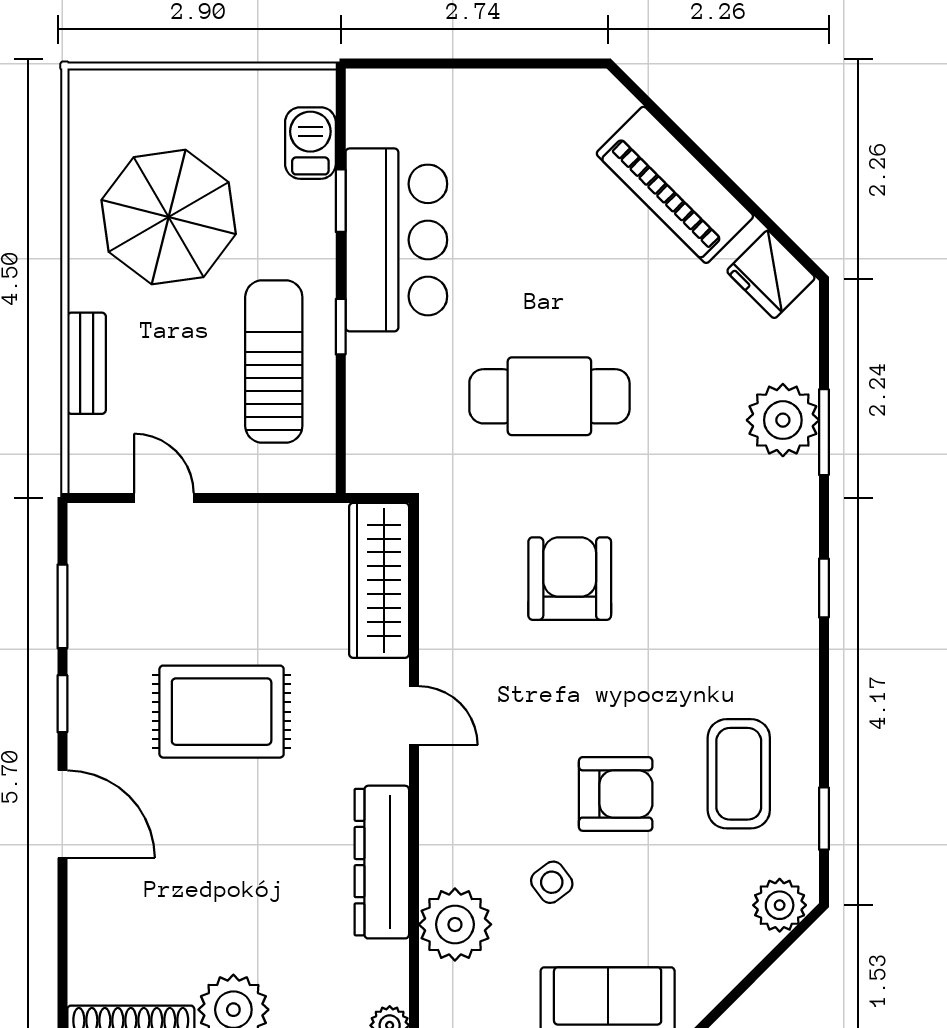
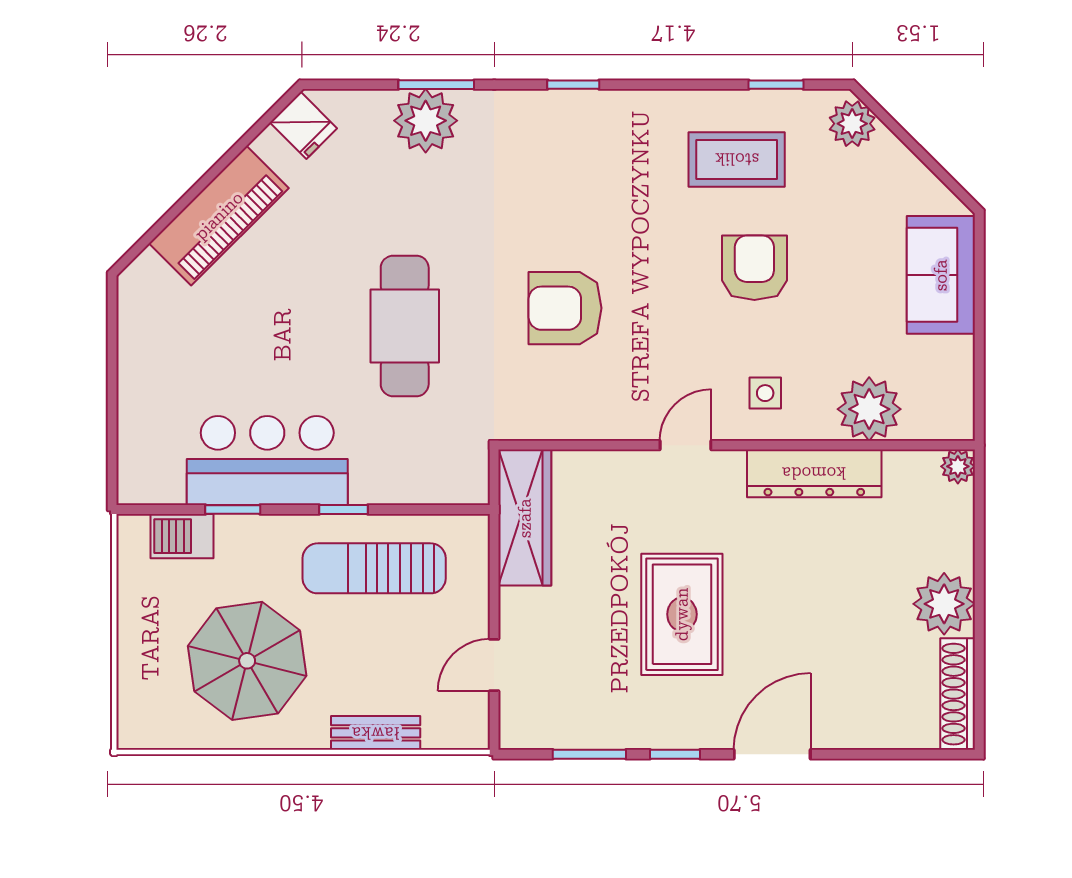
fridge: (771, 274) -> (303, 125), width x0.72
wardrobe: (379, 580) -> (525, 518), moved, turned -90
side table: (552, 882) -> (765, 393), moved, turned 37

